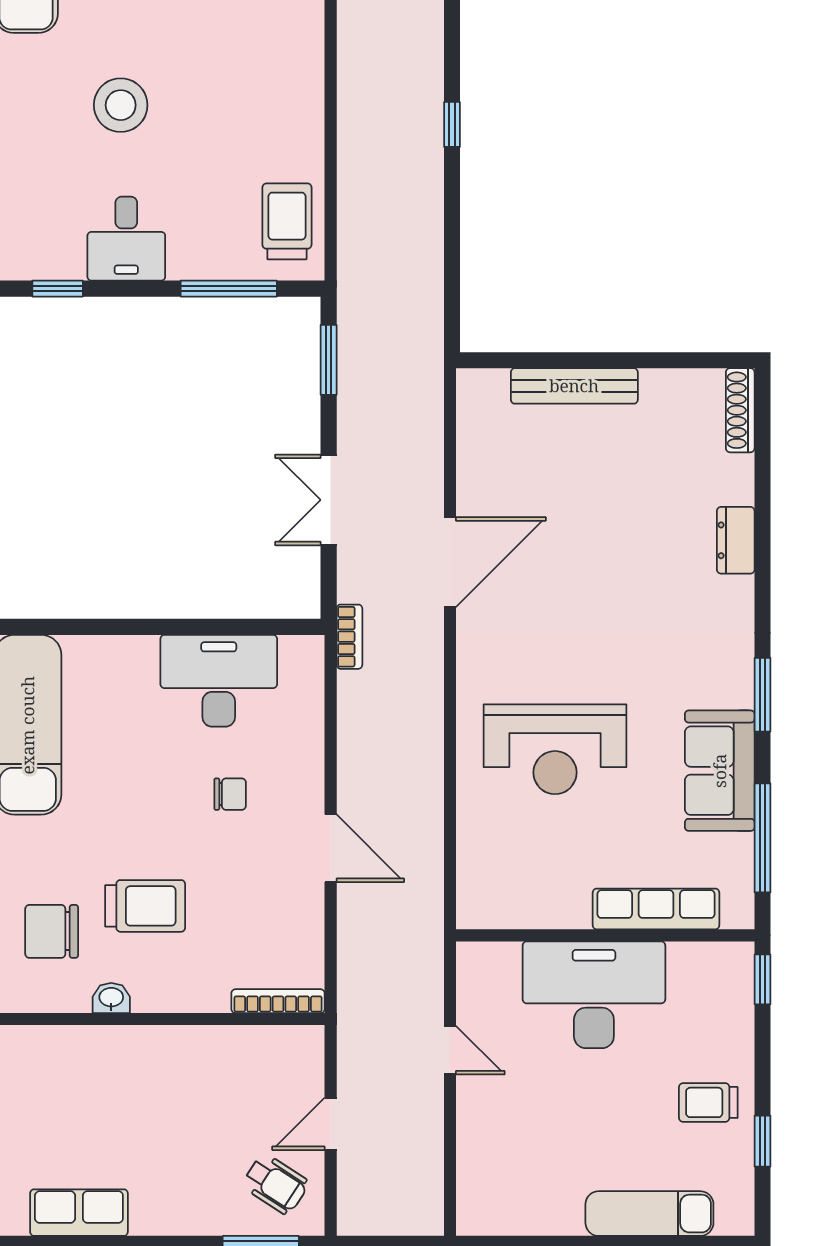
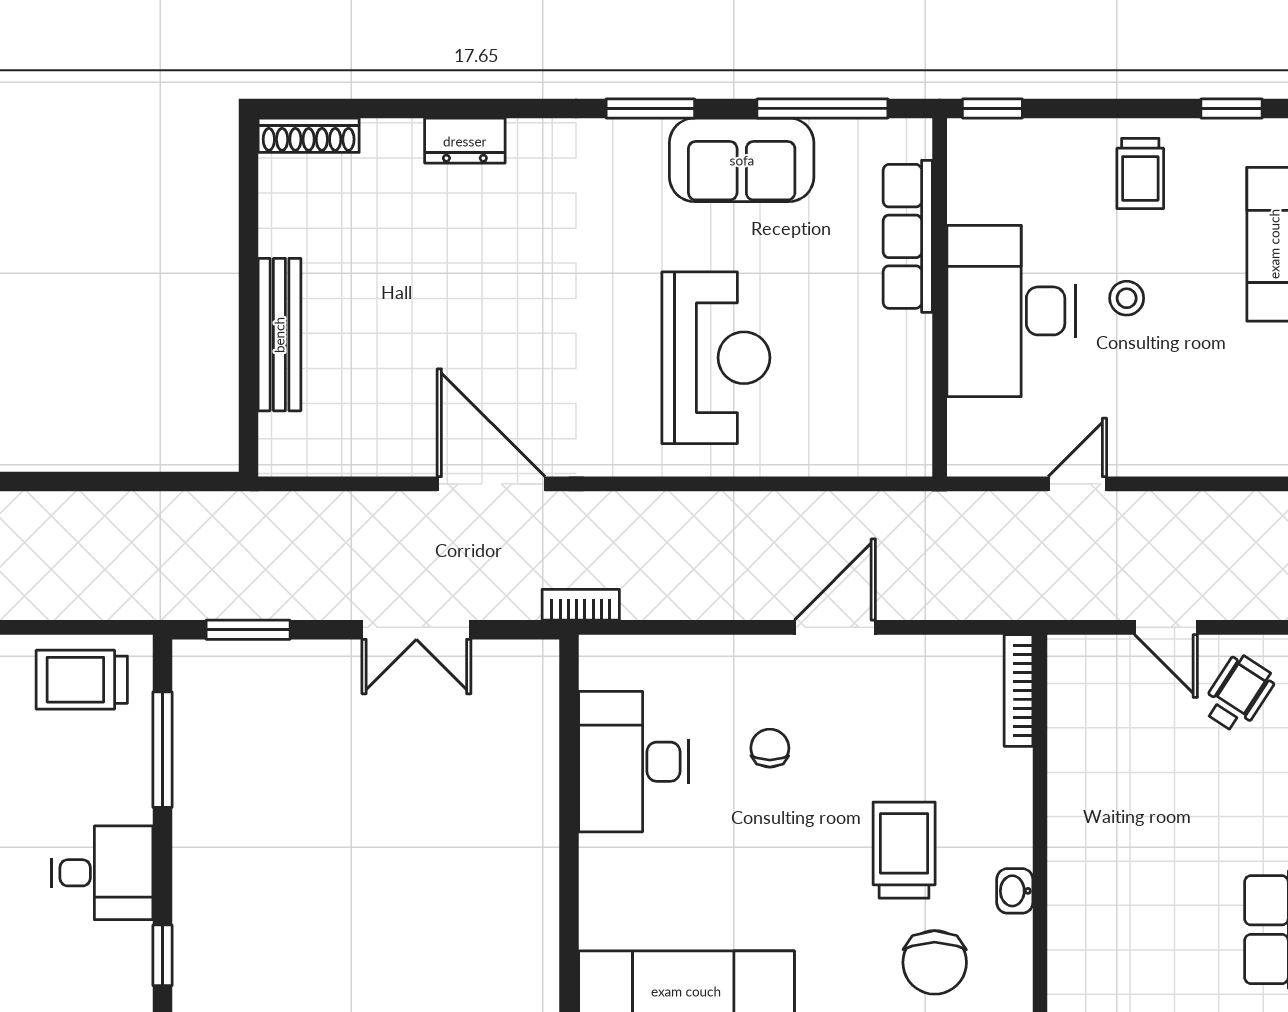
stool: (605, 1091) -> (1127, 298), added
window: (762, 1141) -> (1232, 108), moved

